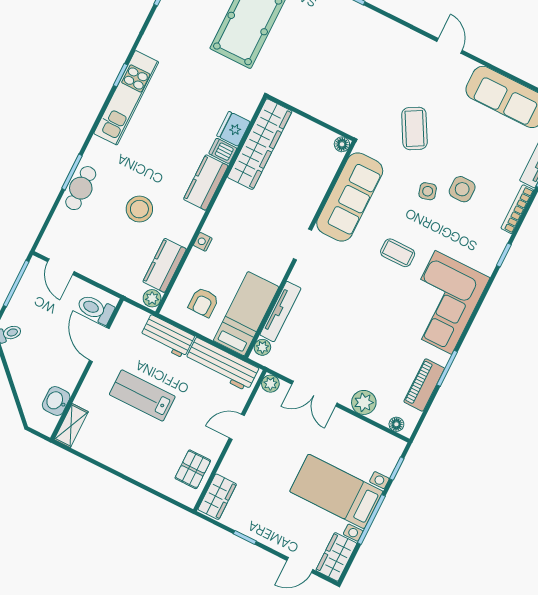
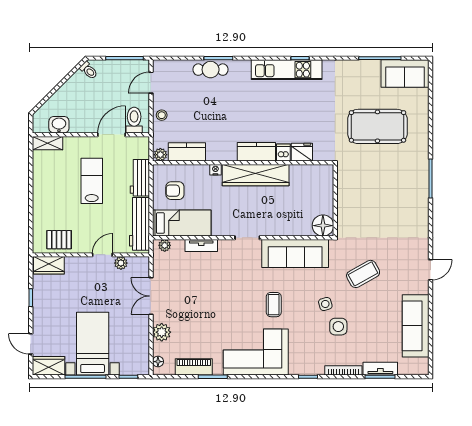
wardrobe: (260, 144) -> (256, 175), moved
floor lamp: (342, 144) -> (323, 226), width x1.89, depth x1.89
stool: (139, 209) -> (162, 115), moved, width x0.53, depth x0.53
tv unit: (280, 312) -> (201, 245), width x0.71
plant: (270, 384) -> (121, 263), moved
door: (237, 427) -> (102, 255), hinge flipped

